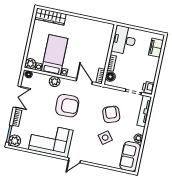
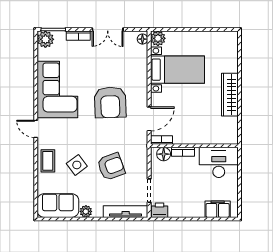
wardrobe: (50, 16) -> (230, 95), moved
plant: (55, 81) -> (140, 78), removed
coffee table: (98, 157) -> (48, 161), added

